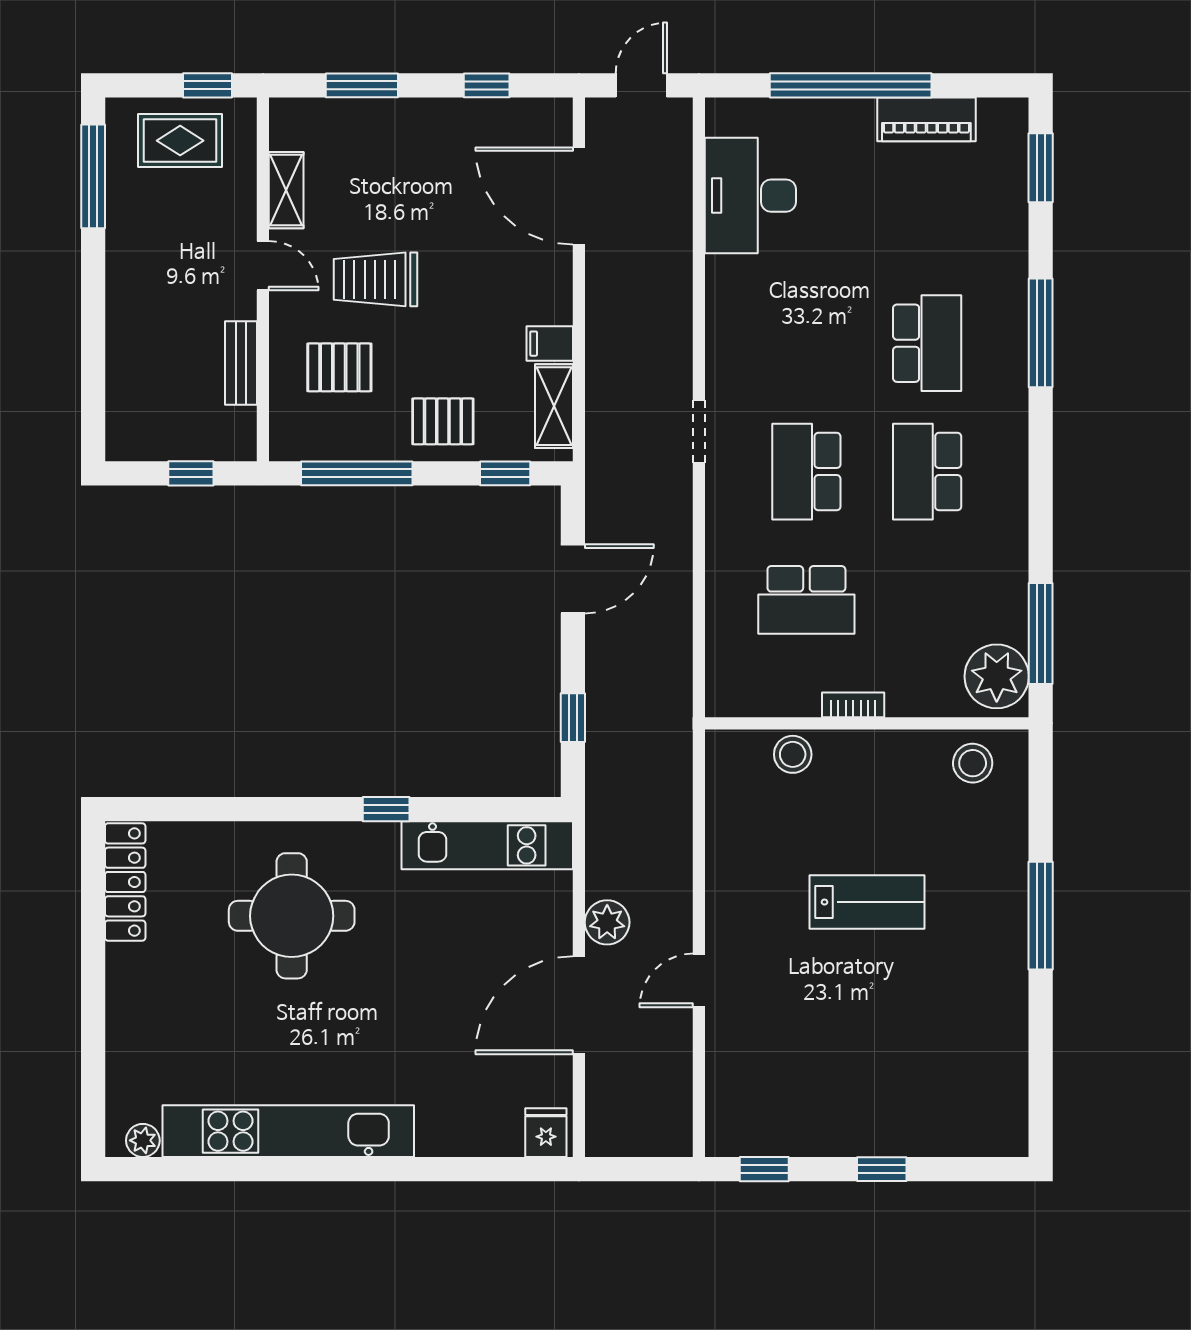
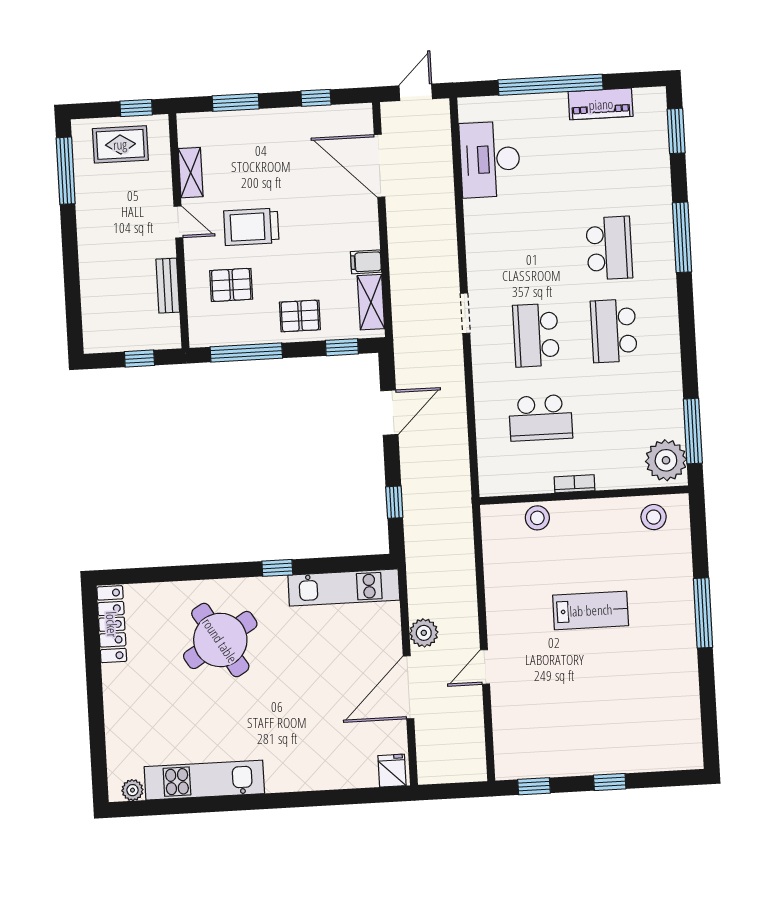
round table: (292, 916) -> (220, 640), turned -31
kitchen unit: (288, 1131) -> (204, 780), width x0.73

